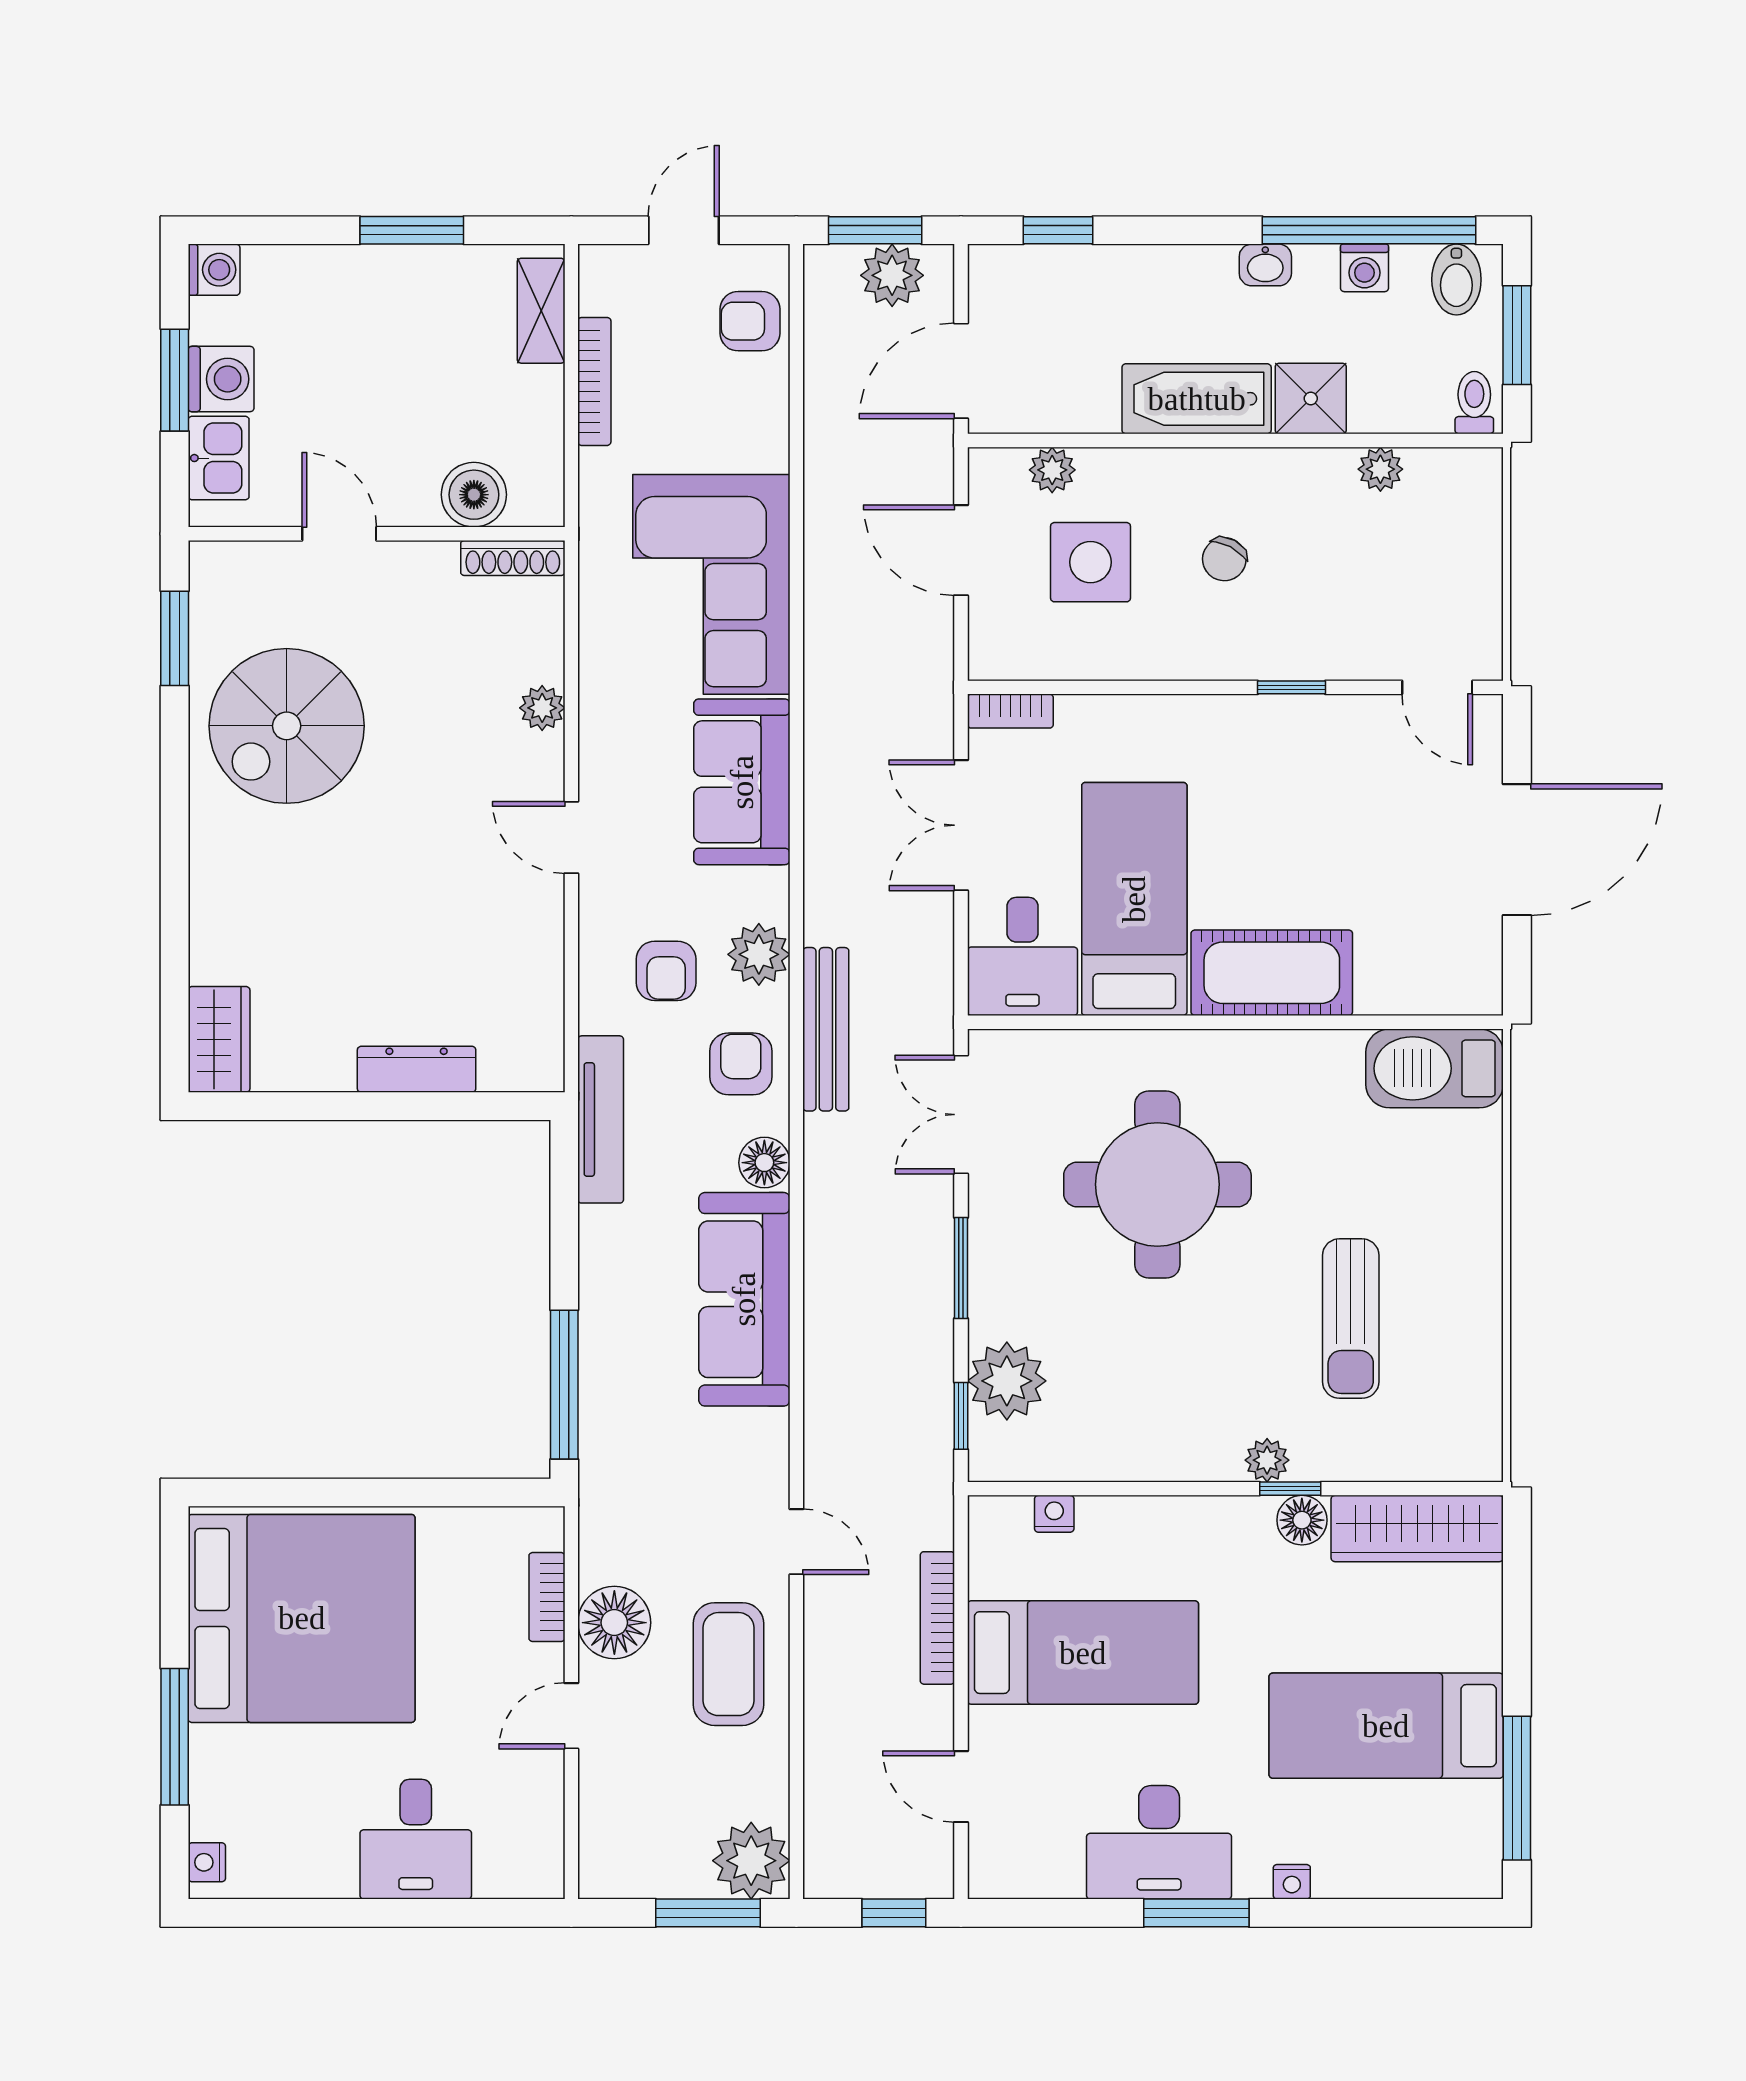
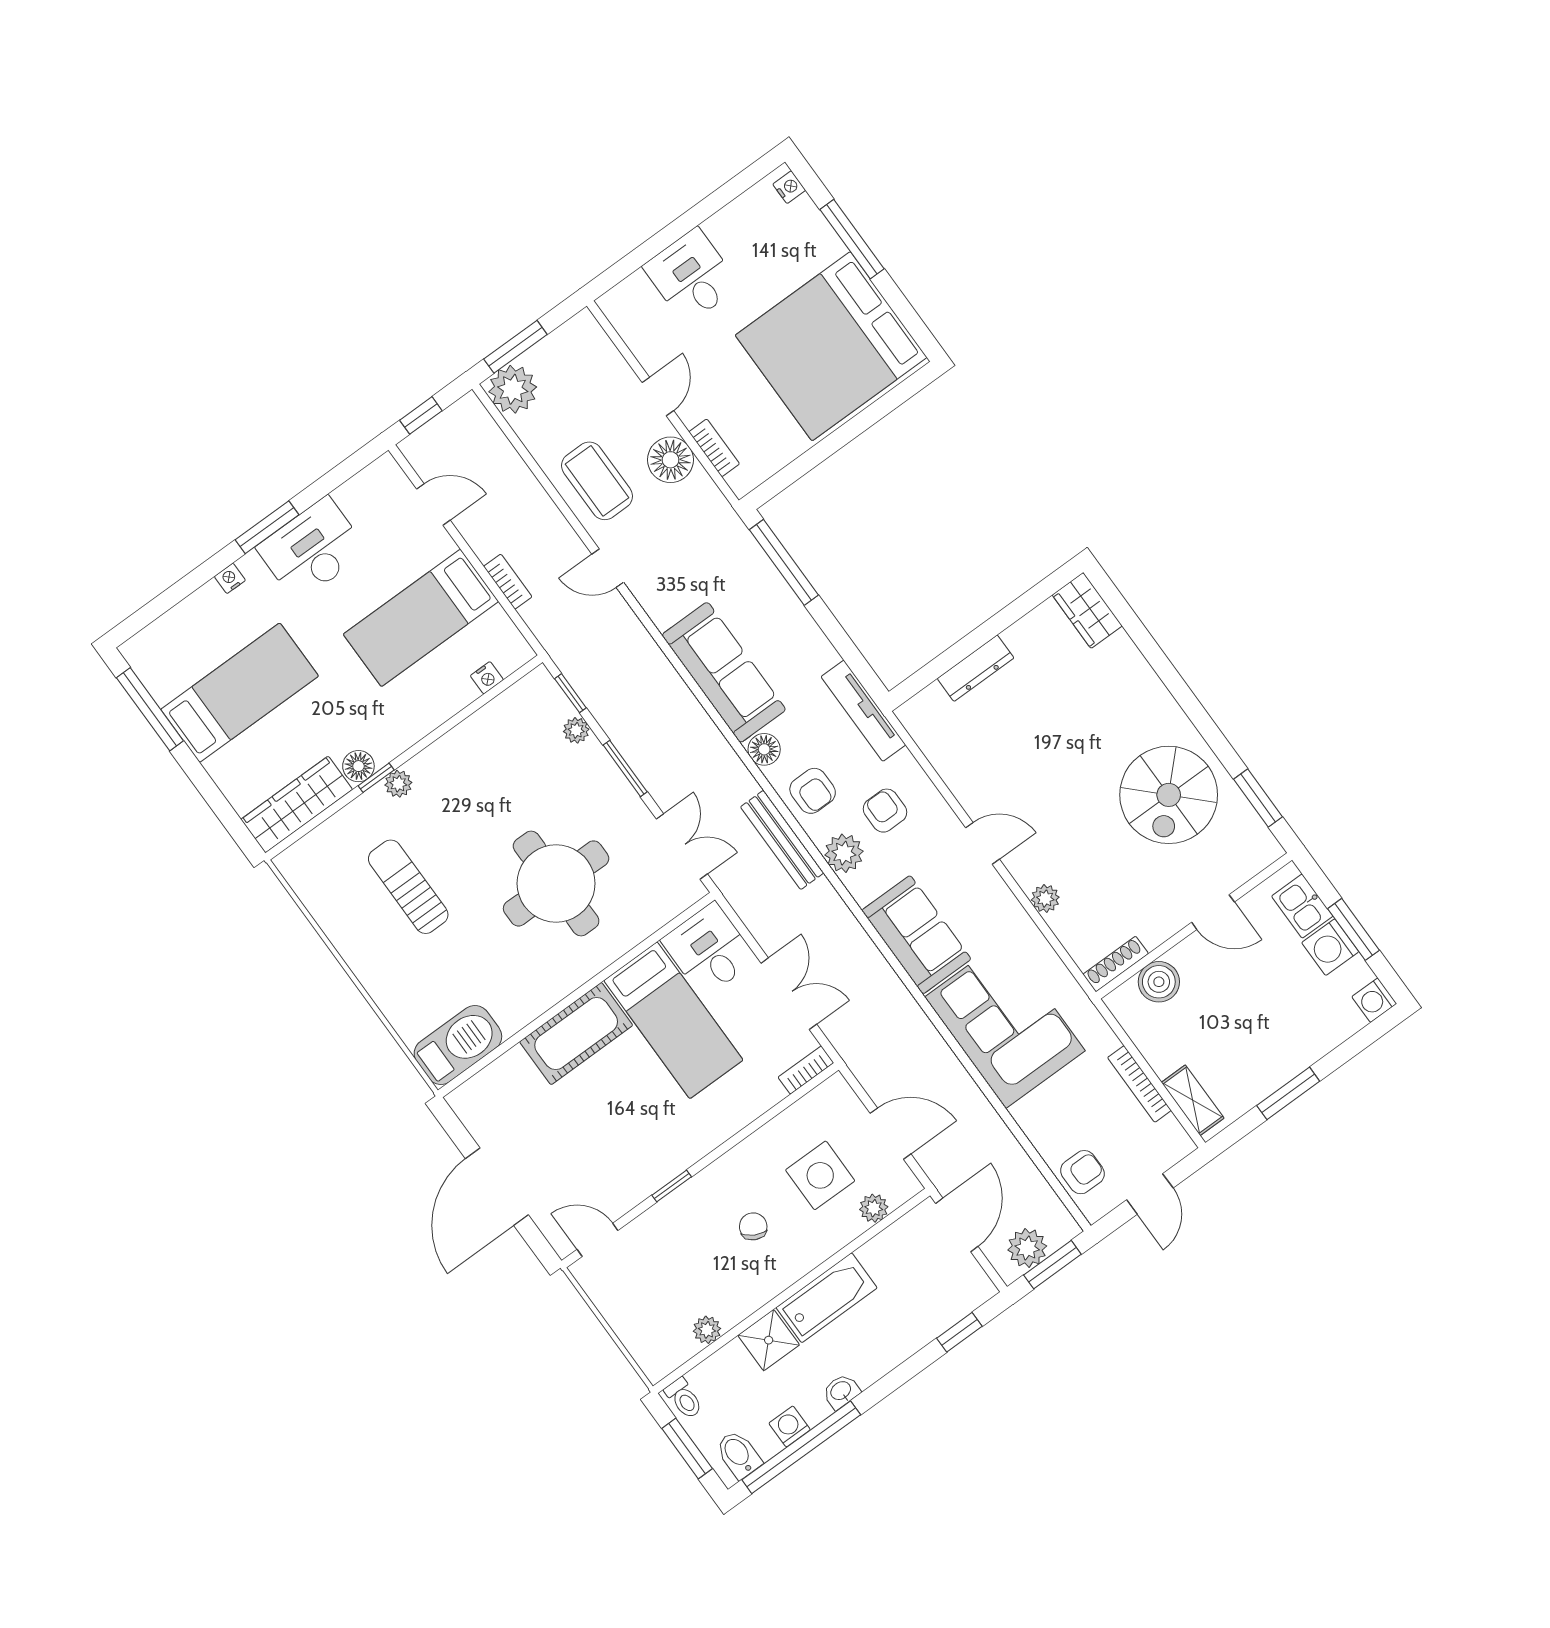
spiral stairs: (287, 726) -> (1169, 795), turned 180
plant: (1007, 1381) -> (576, 730), width x0.53, depth x0.53
bookcase: (937, 1618) -> (508, 582), width x0.64

